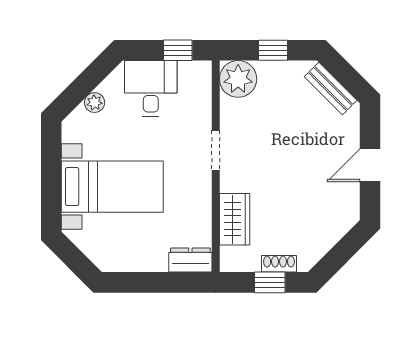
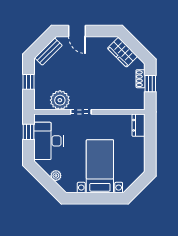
plant: (238, 79) -> (60, 100), moved
desk: (151, 89) -> (49, 141), width x1.37
door: (370, 165) -> (77, 31), moved
wardrobe: (235, 219) -> (122, 52), moved, turned -135

